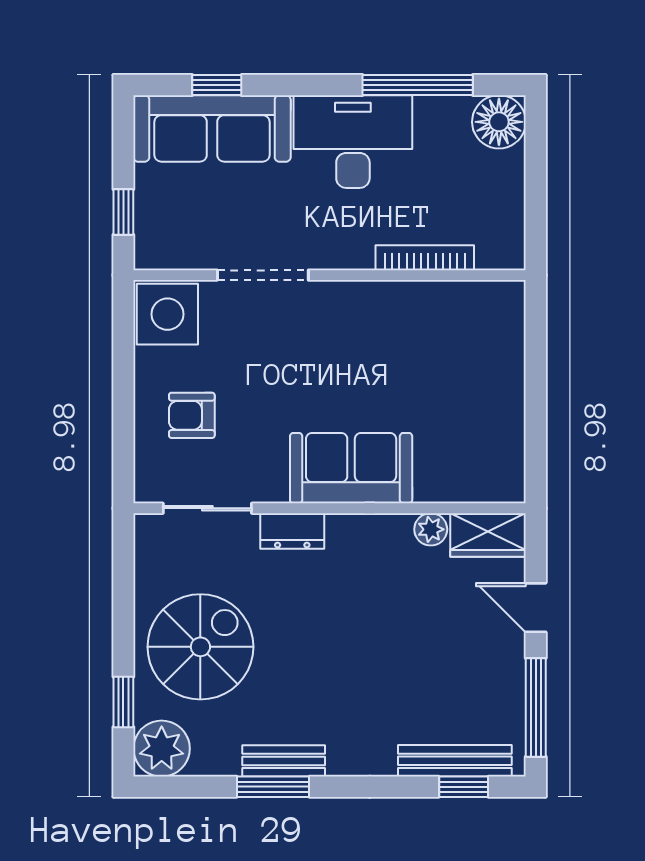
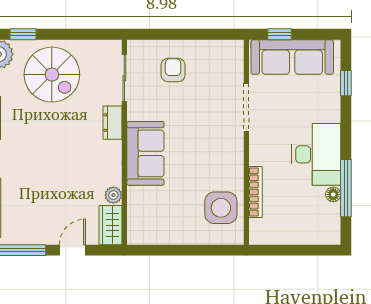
floor lamp: (499, 122) -> (333, 194), moved, width x0.53, depth x0.53
sofa: (212, 128) -> (292, 57), moved, turned -90
side table: (167, 314) -> (221, 208), moved

